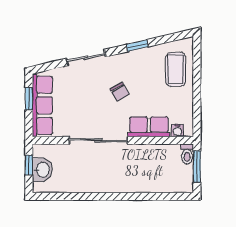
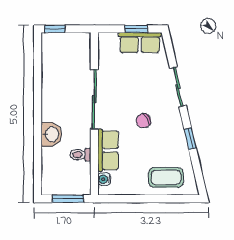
row of seats: (42, 105) -> (140, 43), width x0.68
toilet: (187, 154) -> (80, 155), moved
window: (29, 165) -> (55, 29), moved
washbasin: (42, 170) -> (51, 134), moved, turned -90

